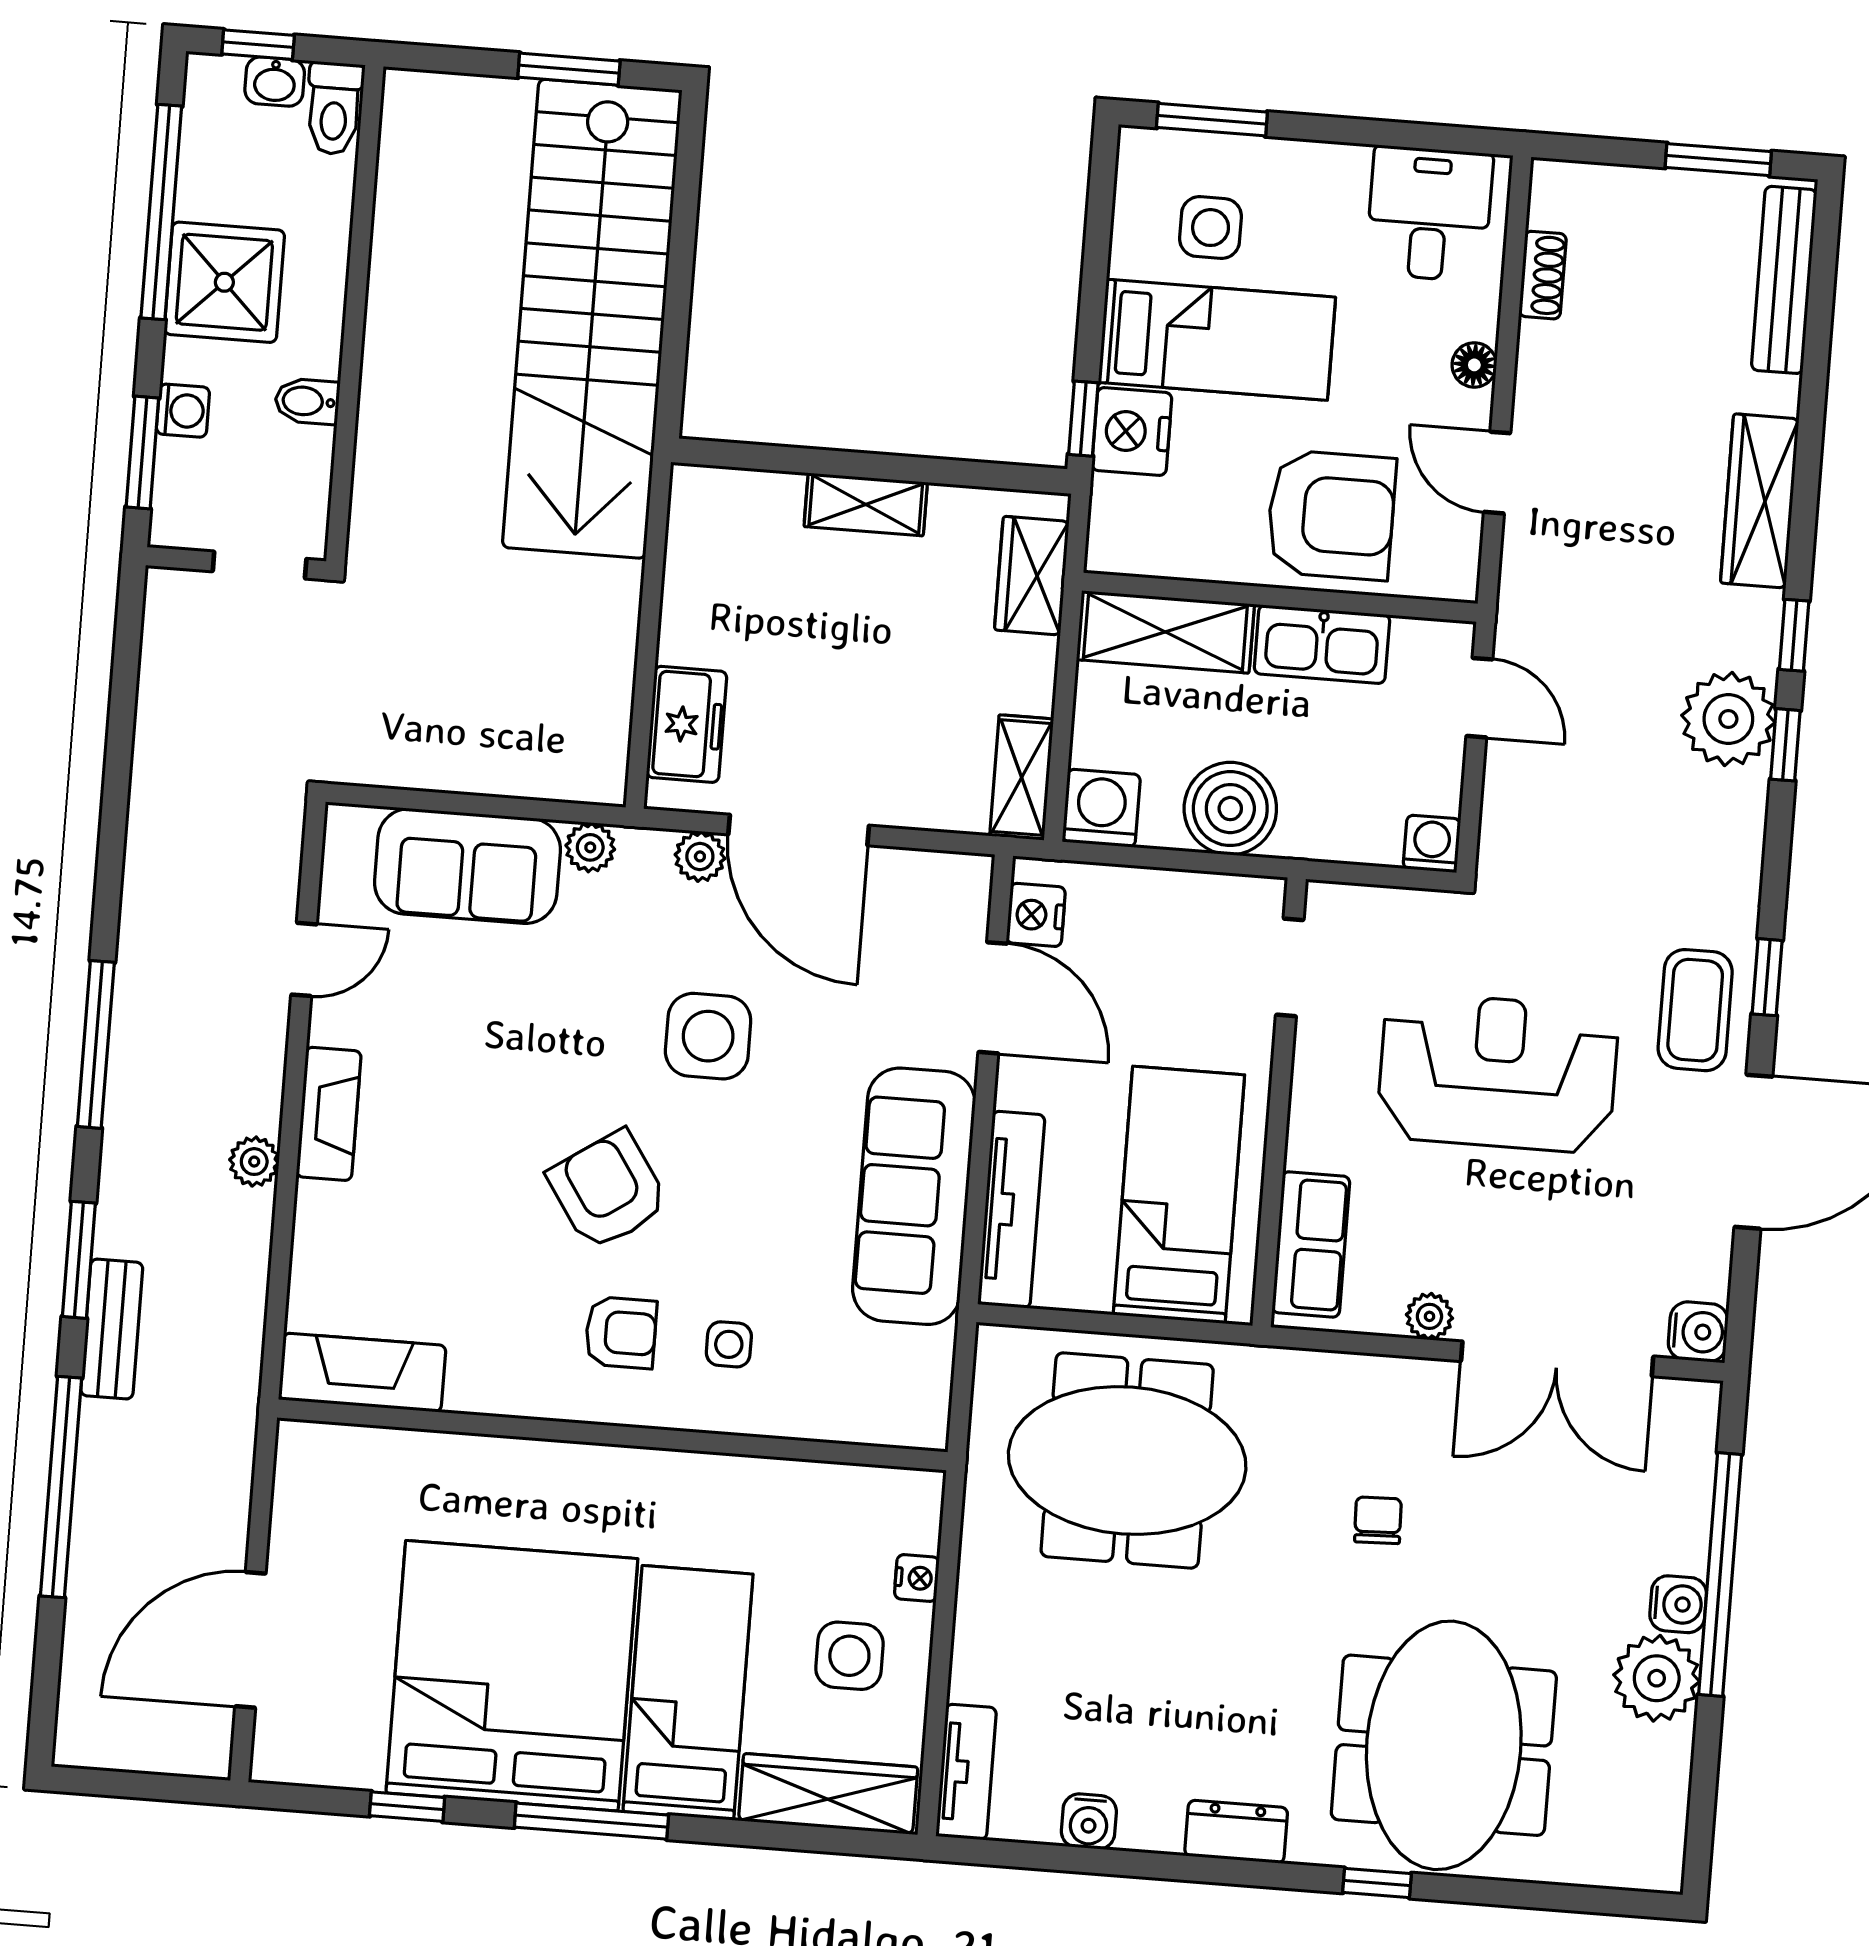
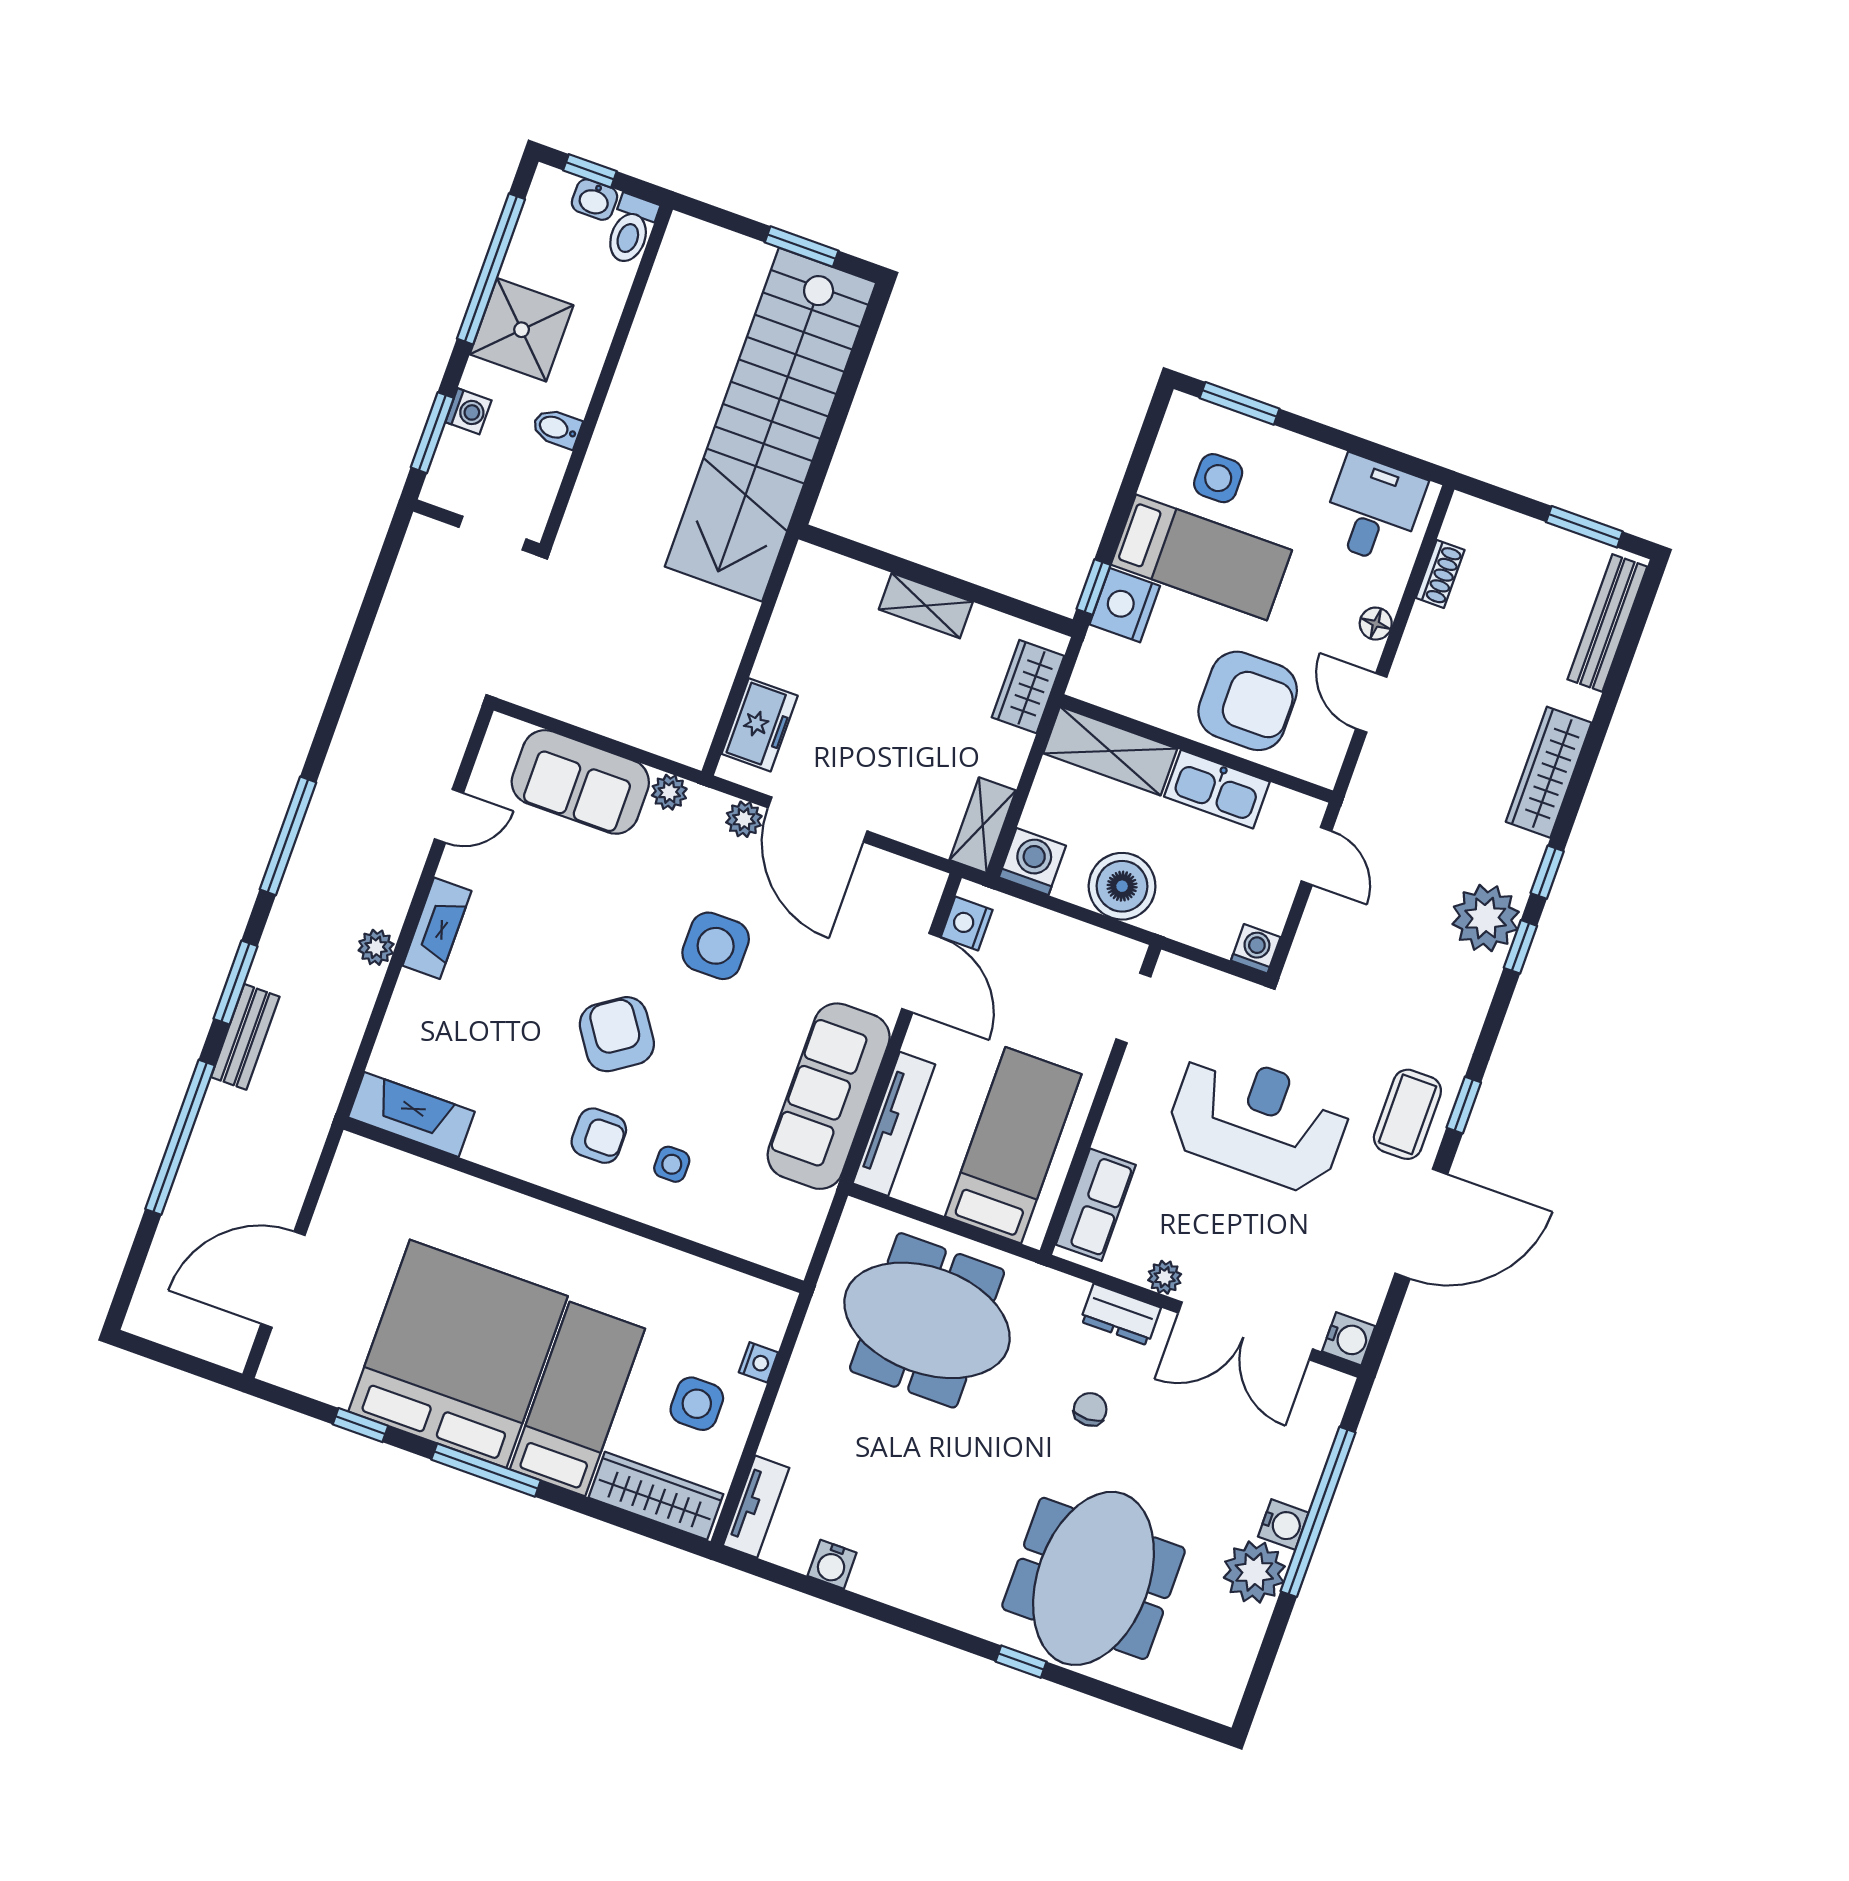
dresser: (1236, 1832) -> (1121, 1315), moved, turned 180

